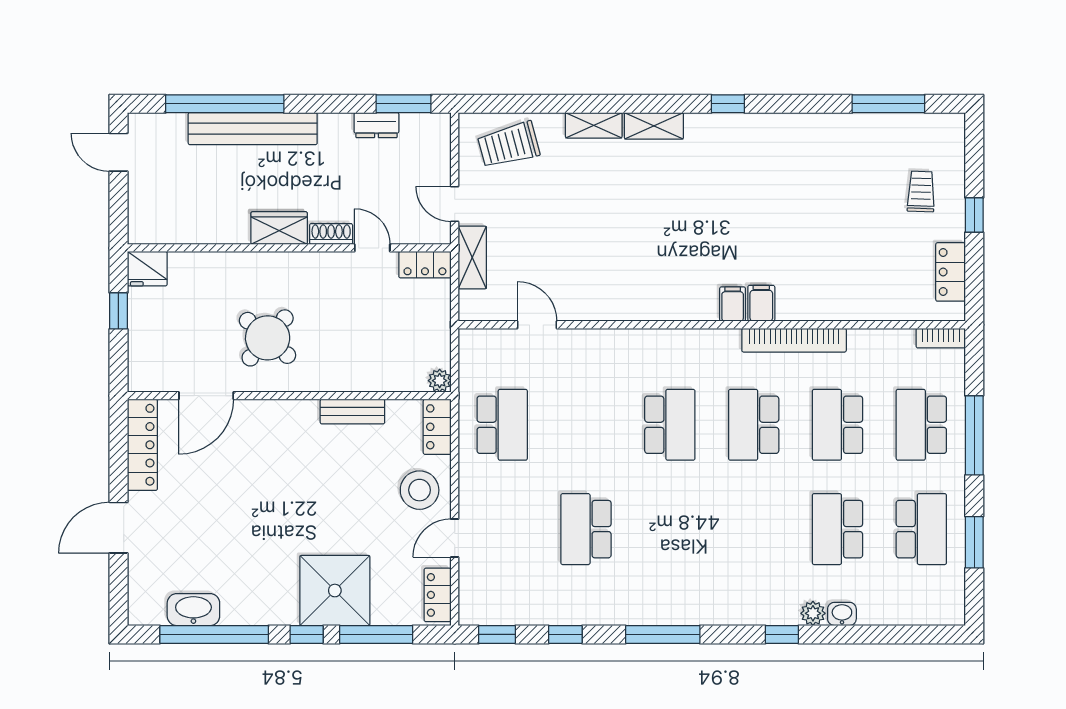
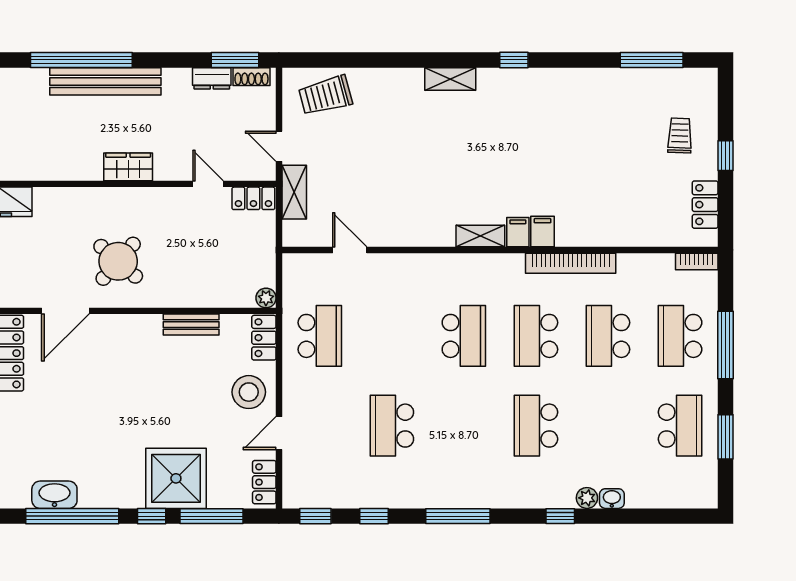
shelving: (594, 125) -> (480, 236), moved
shoe rack: (331, 234) -> (251, 77), moved, turned 180
school desk: (837, 529) -> (536, 426), moved

